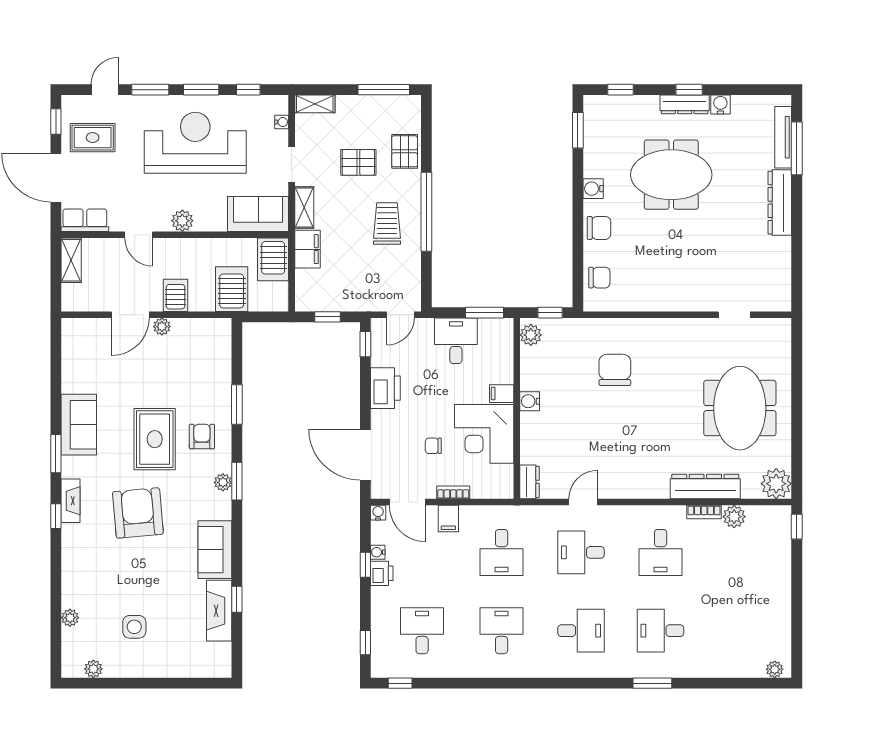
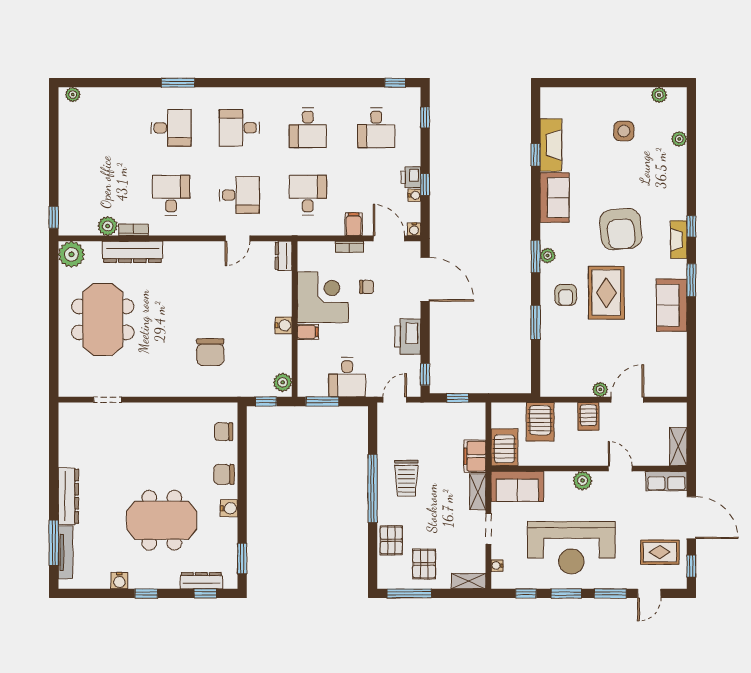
dresser: (685, 104) -> (201, 581), moved
pallet: (358, 162) -> (424, 564), moved, turned 90

